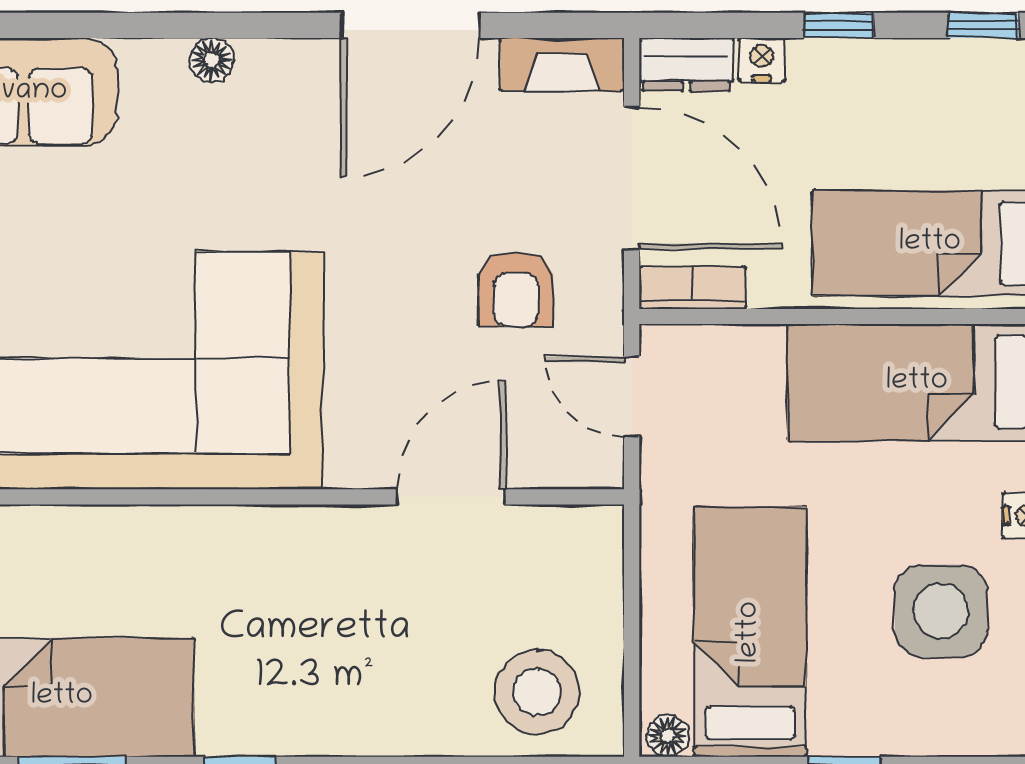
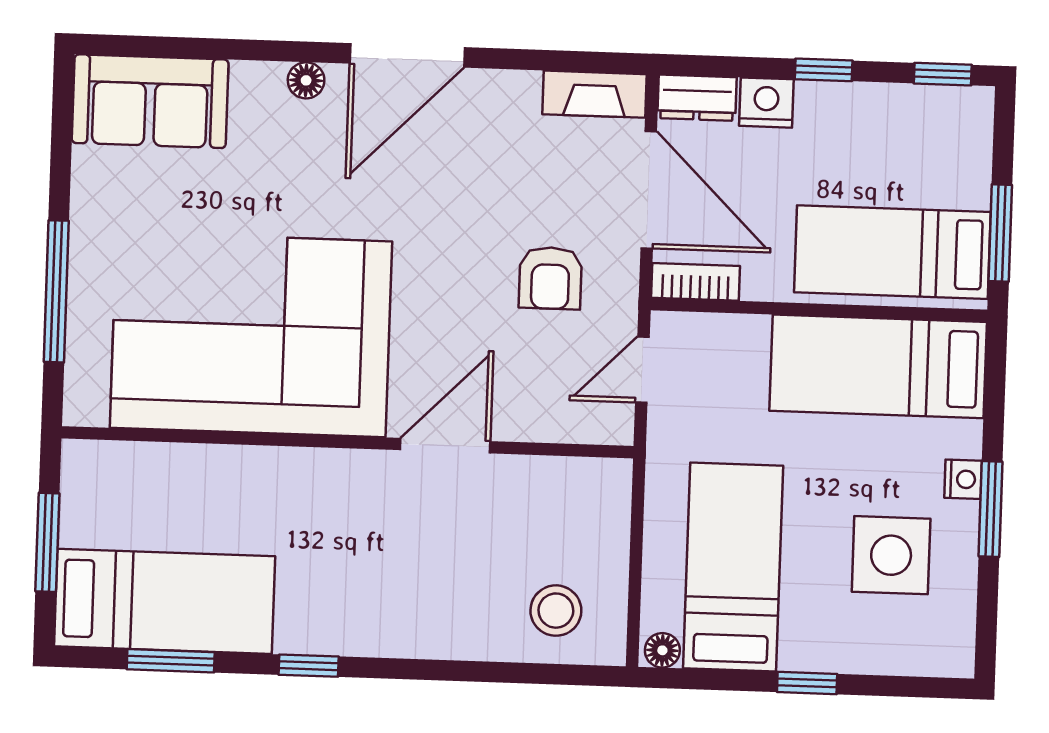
door: (410, 25) -> (407, 55), moved
nightstand: (762, 60) -> (766, 103), width x1.39, depth x1.35
door: (632, 396) -> (642, 370), hinge flipped
door: (451, 497) -> (445, 446), moved
stool: (537, 692) -> (556, 611), width x0.73, depth x0.73

